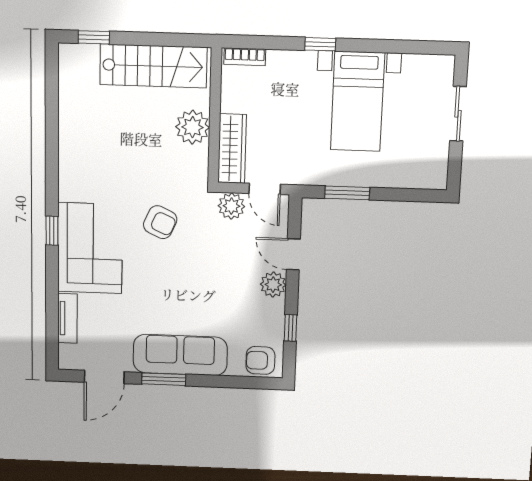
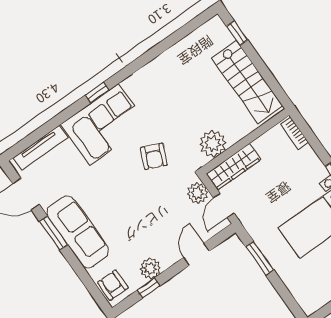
plant: (193, 127) -> (213, 144), moved
plant: (273, 285) -> (150, 269), moved
tv unit: (67, 318) -> (41, 148), width x1.41

